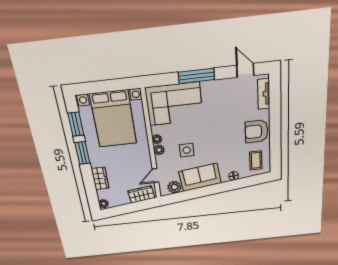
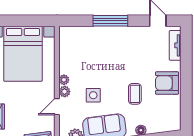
corner sofa: (174, 104) -> (86, 45), removed
coffee table: (256, 160) -> (135, 94), moved
door: (155, 175) -> (57, 107), moved

